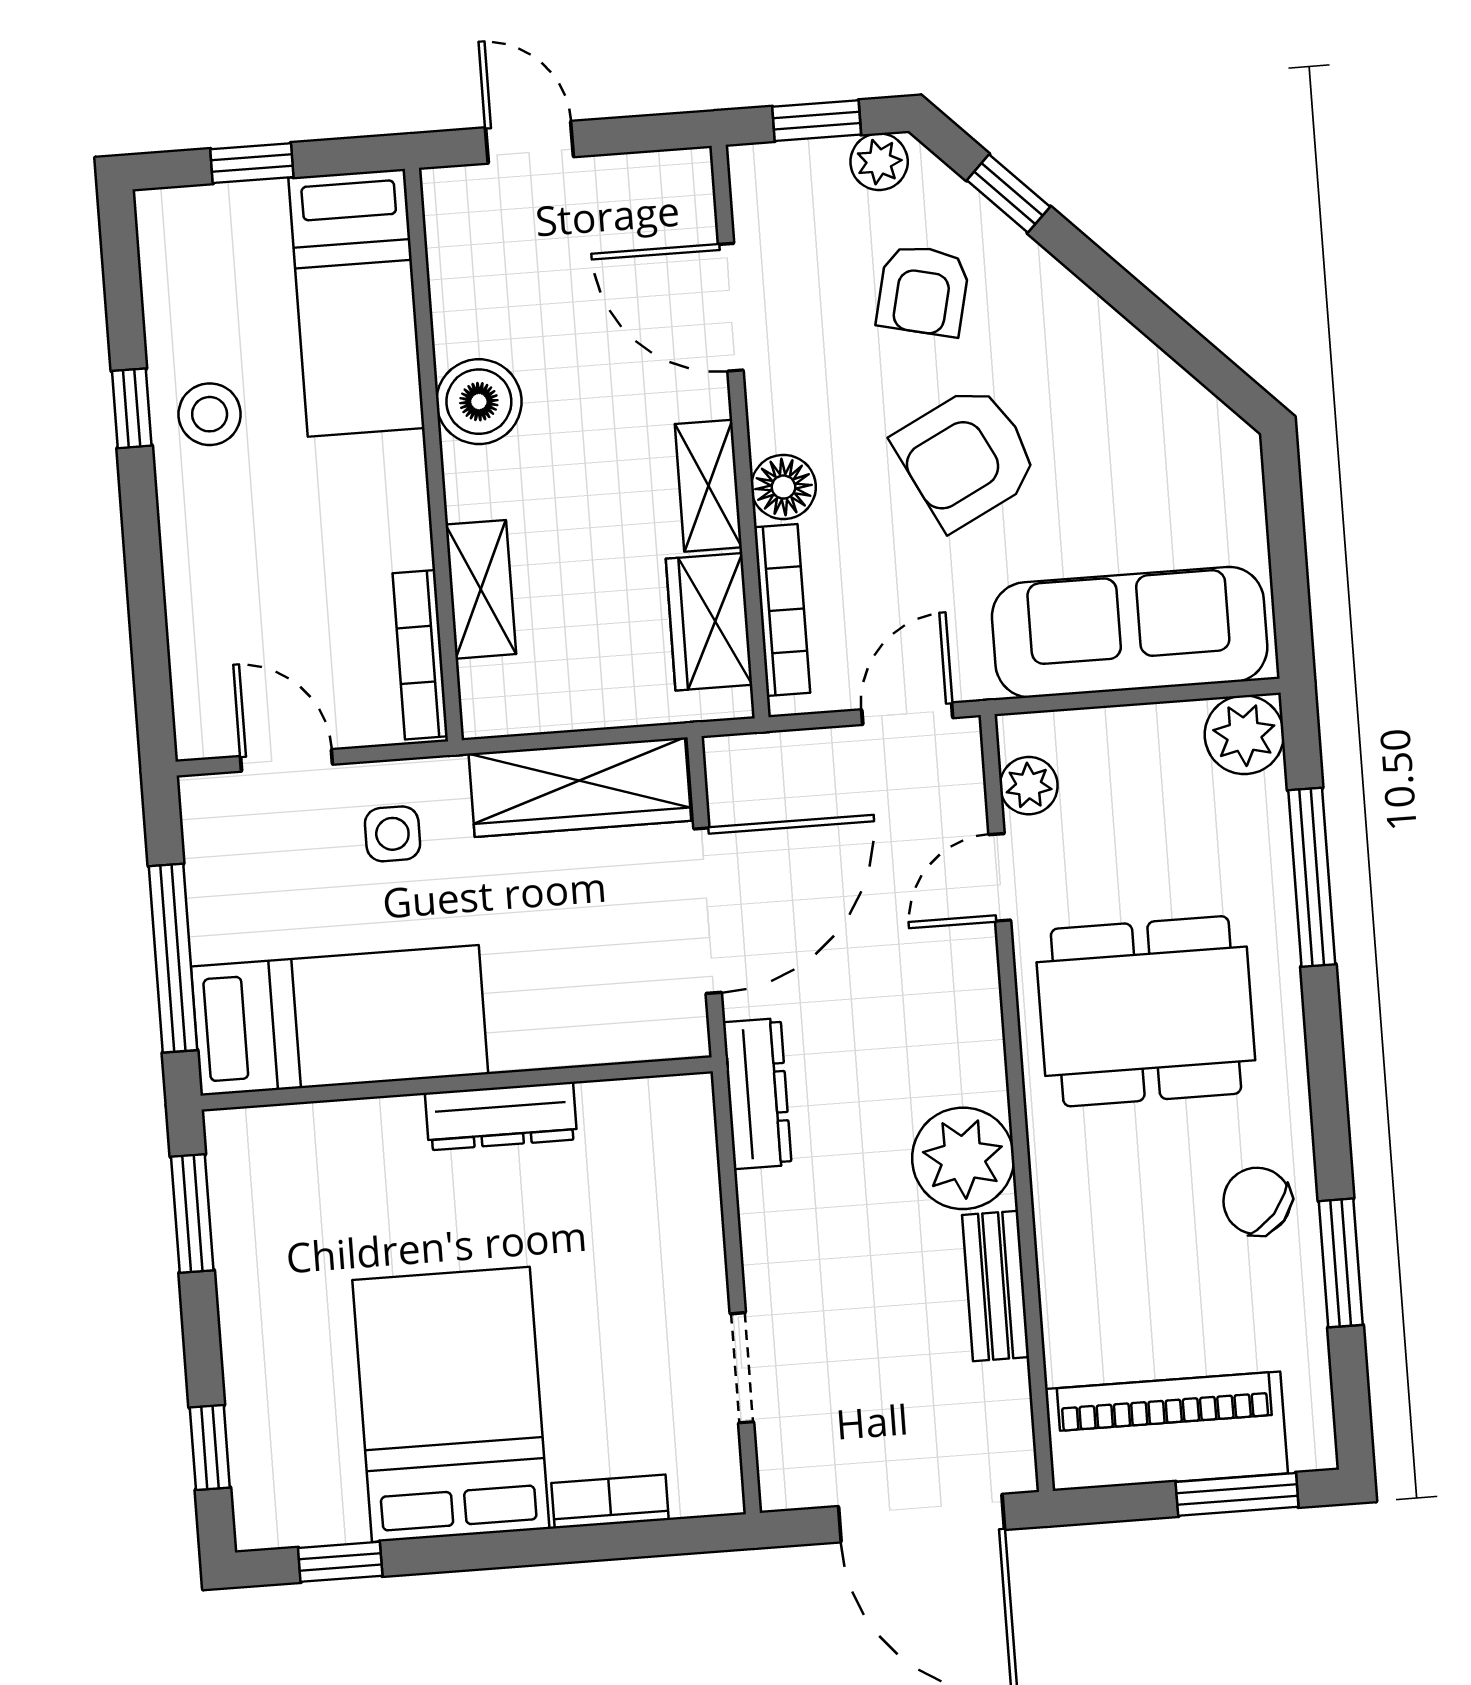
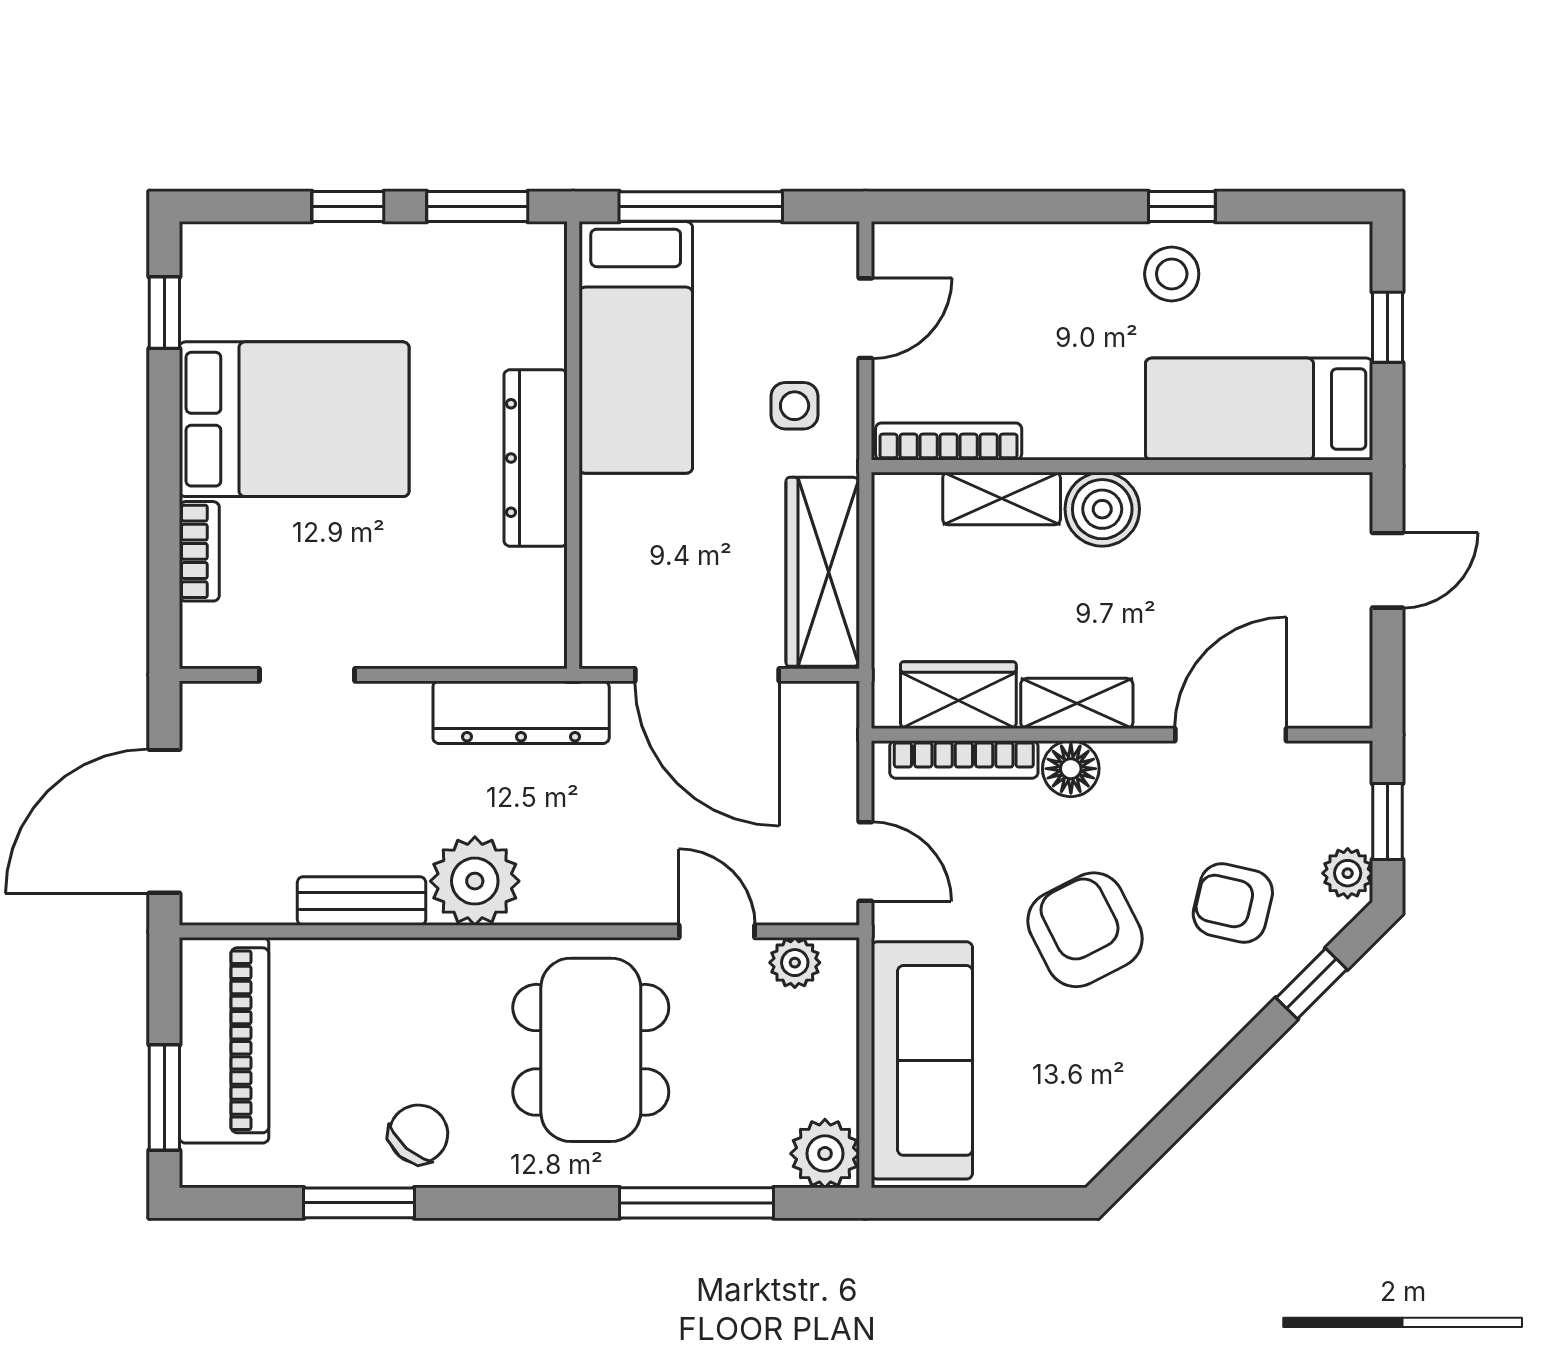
boiler: (479, 402) -> (1102, 509), moved
dresser: (757, 1094) -> (521, 712), width x1.37, depth x1.24
dresser: (501, 1116) -> (536, 458), width x1.37, depth x1.24
window: (210, 1447) -> (348, 207), moved

